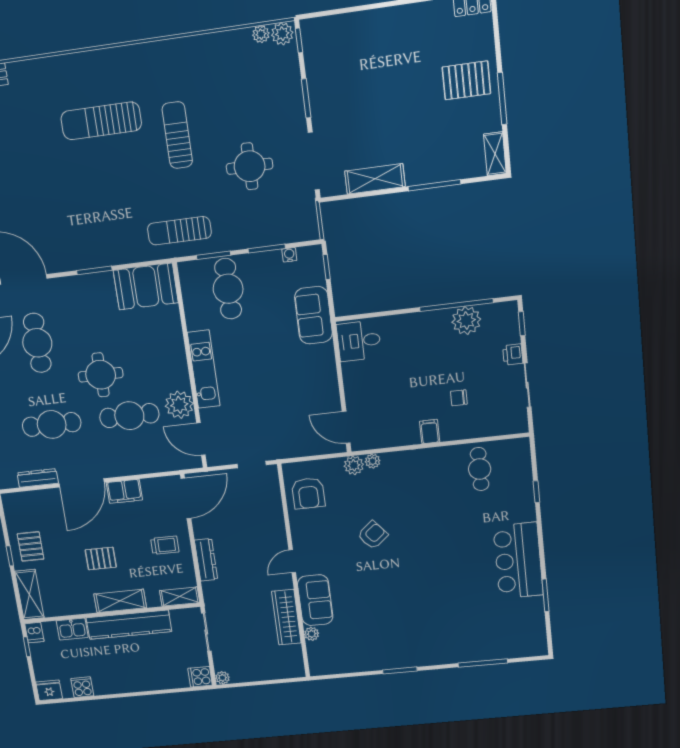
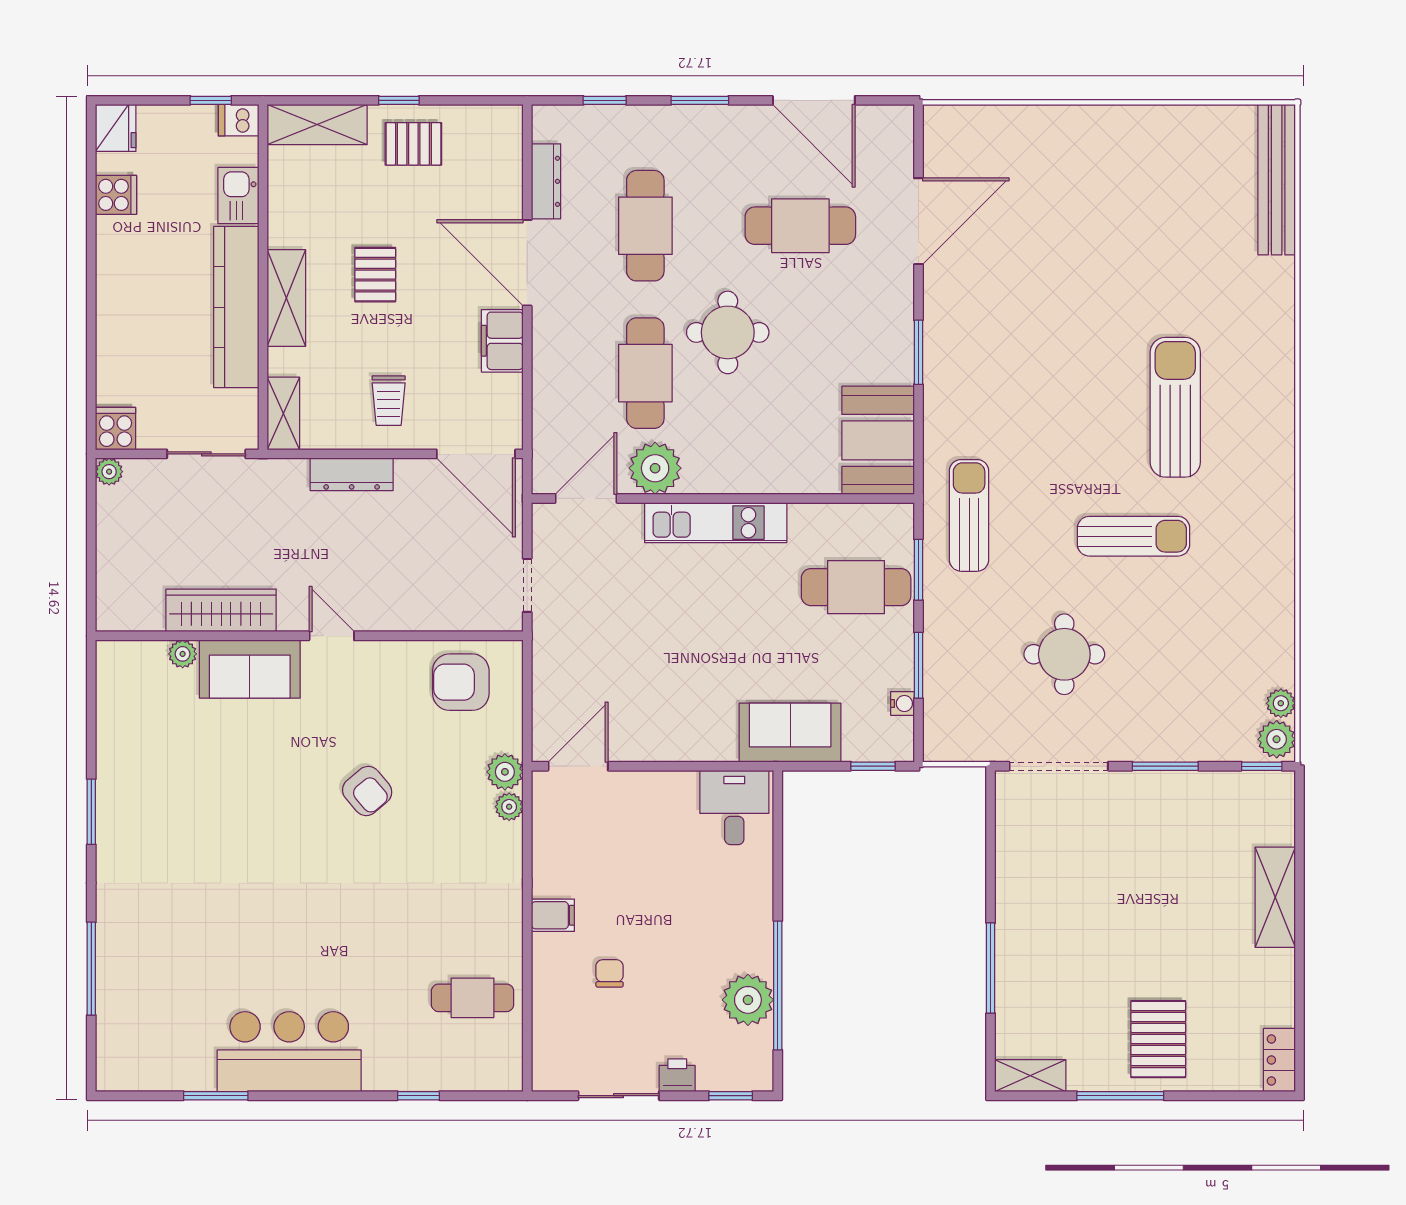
shelving: (375, 179) -> (1275, 897), moved

